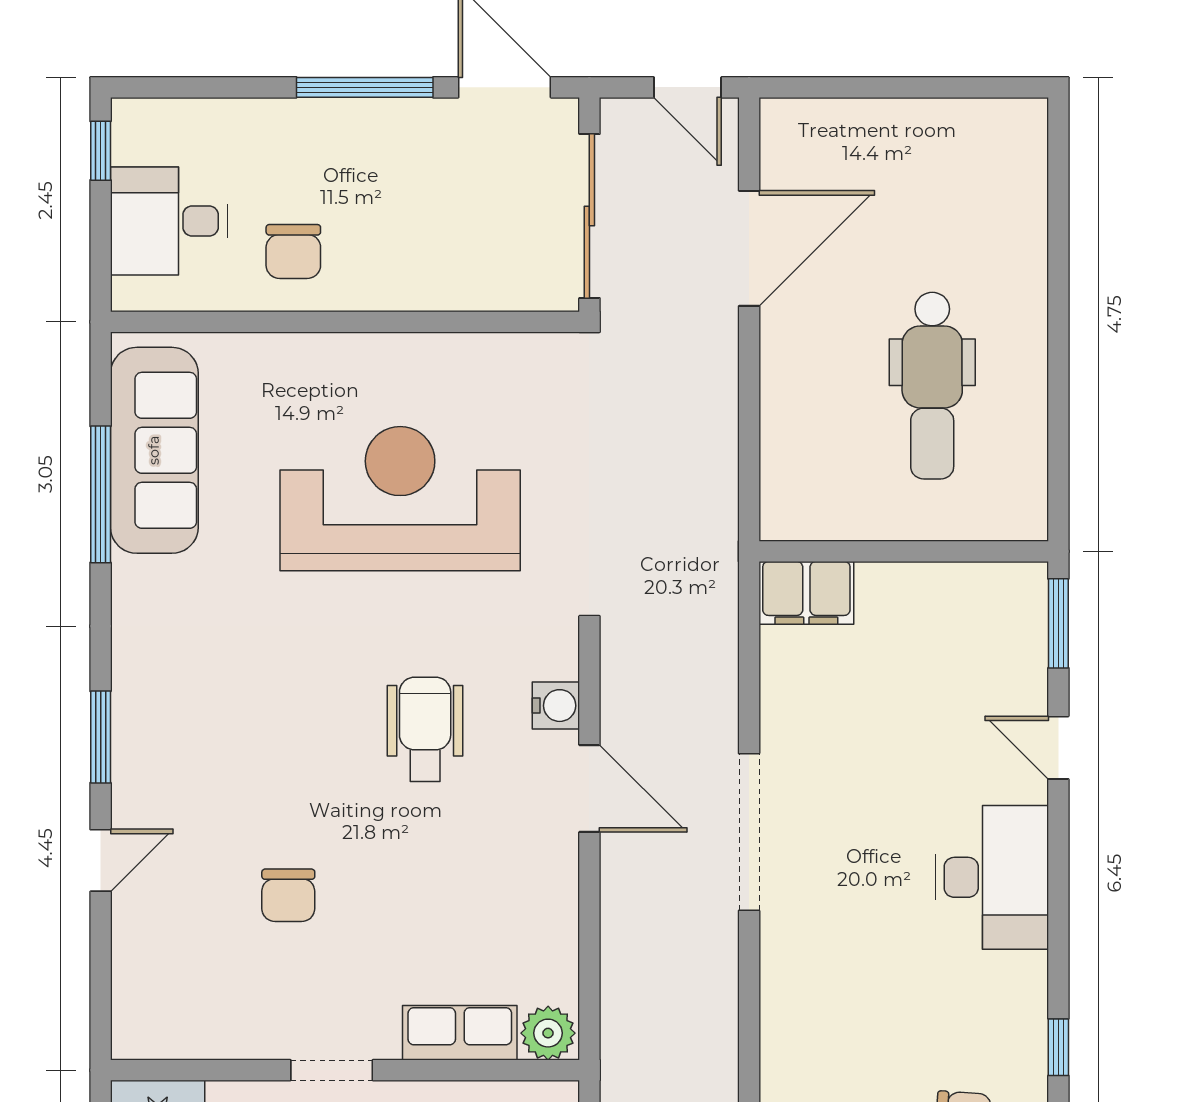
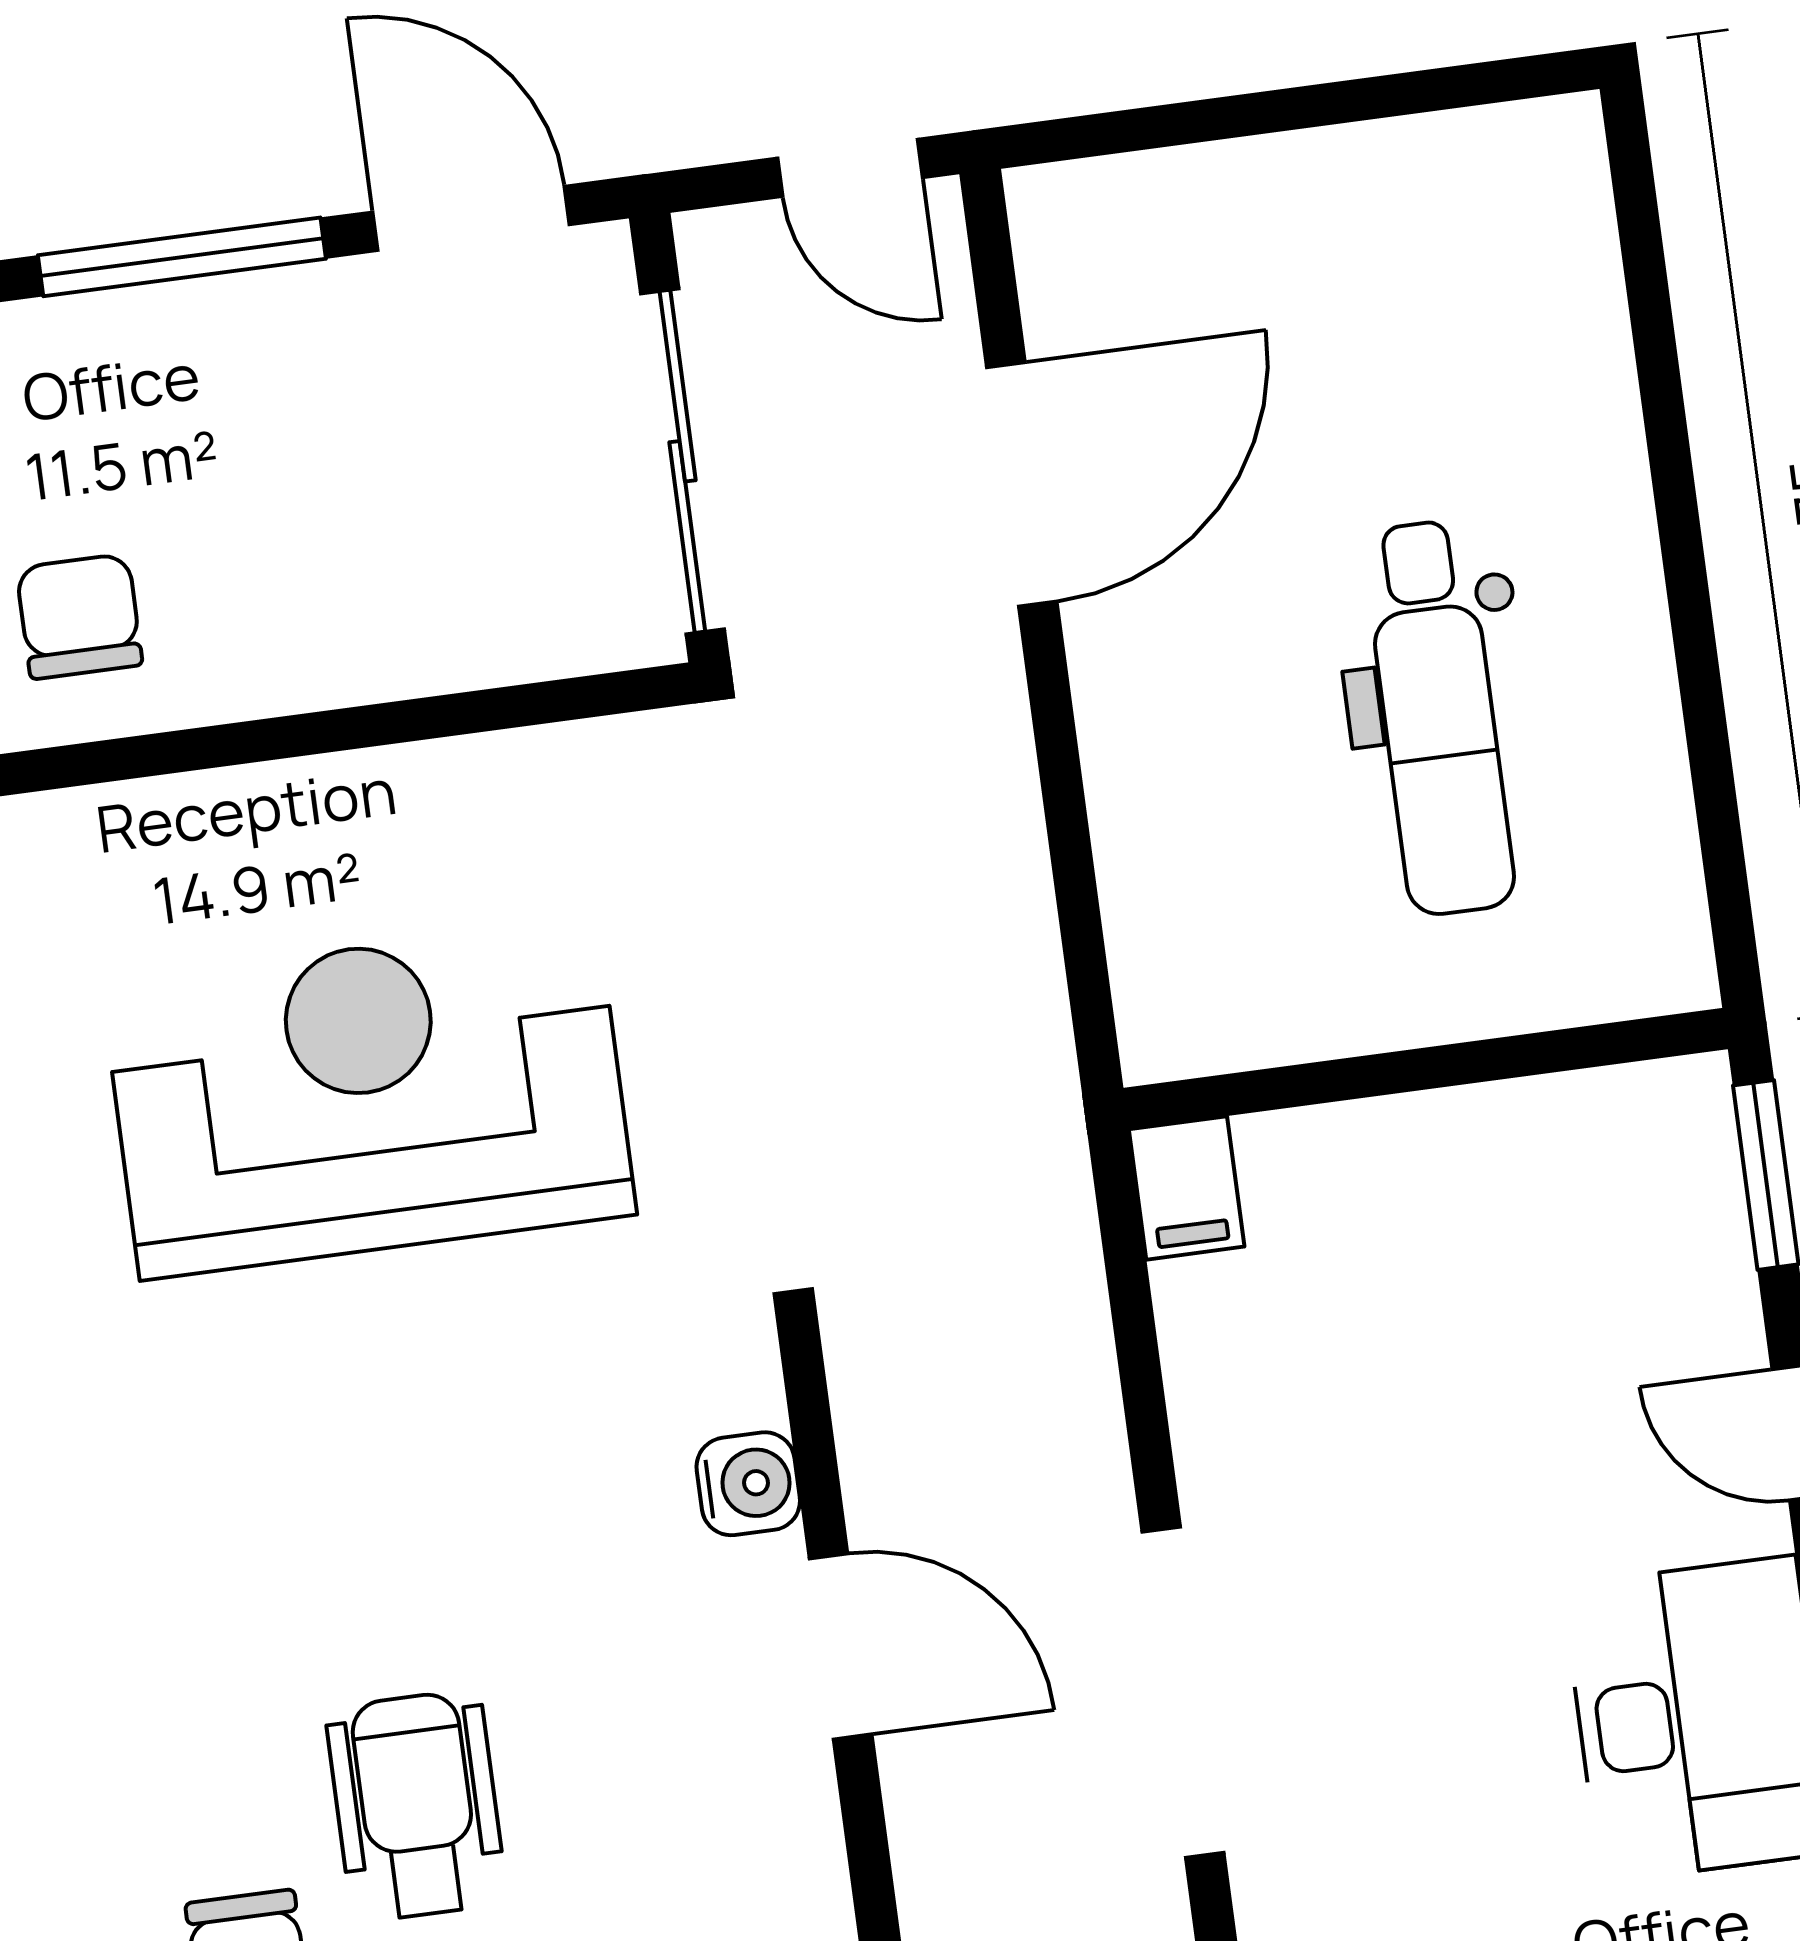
chair: (293, 251) -> (79, 616), turned 180
filing cabinet: (806, 593) -> (1187, 1188), width x0.50
wheelchair: (425, 729) -> (416, 1806), moved

